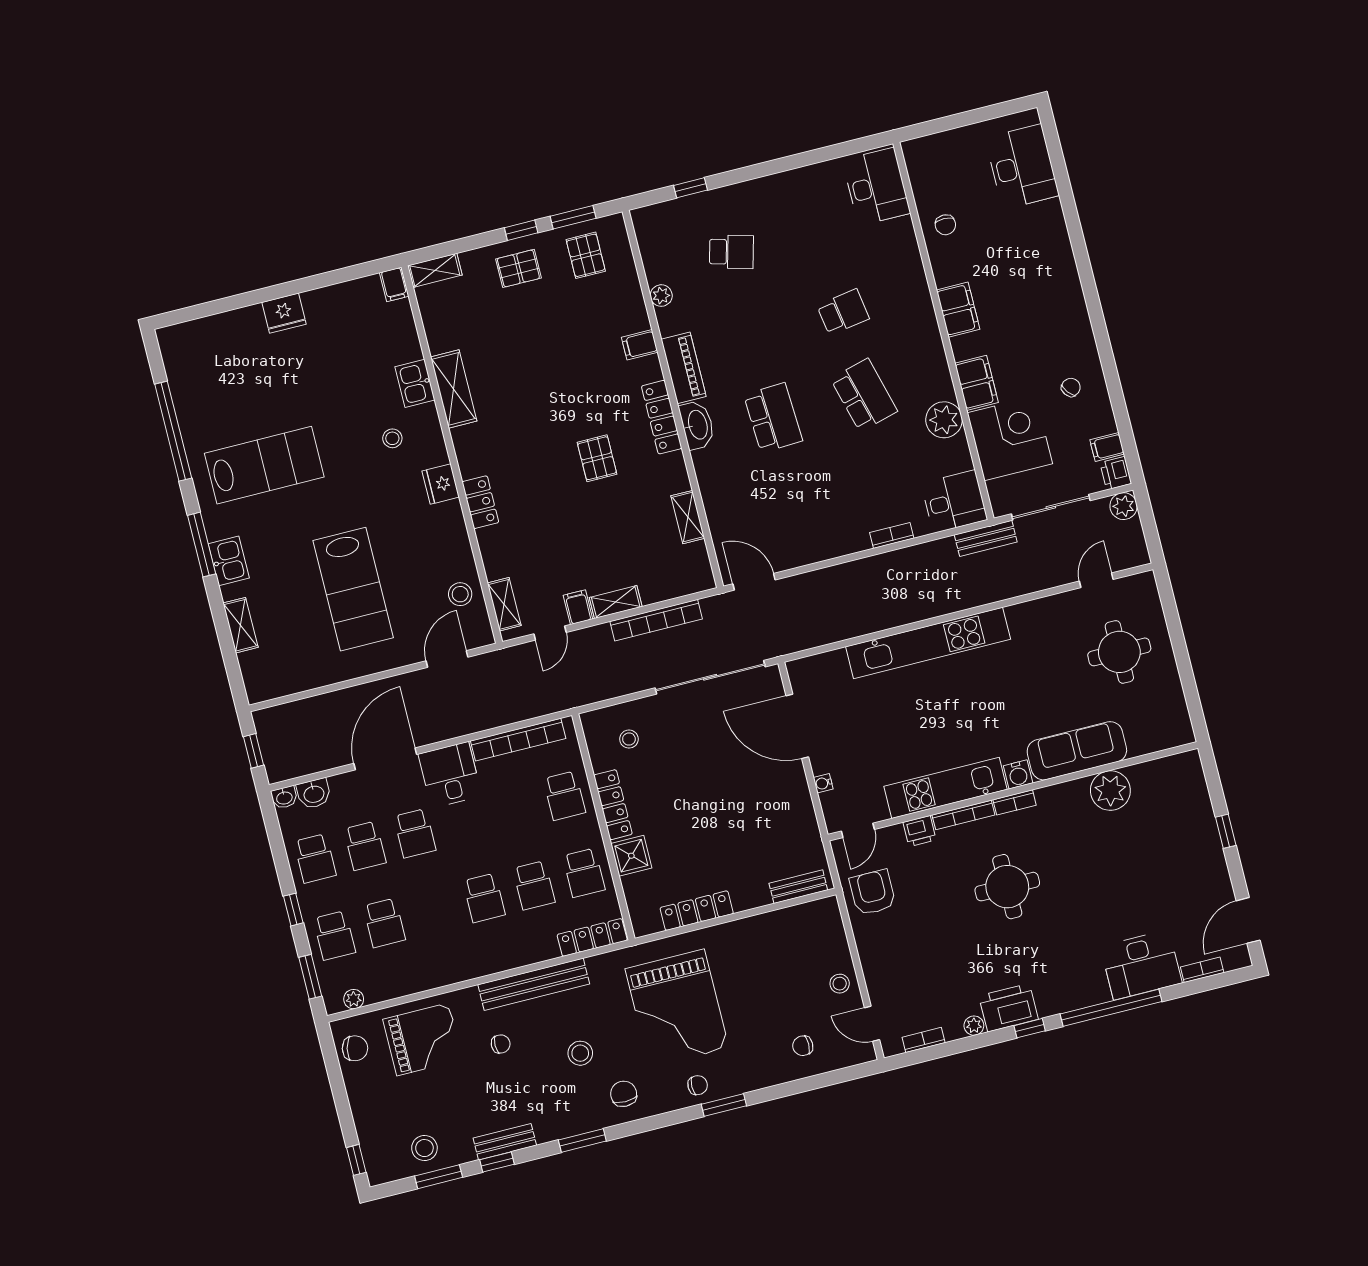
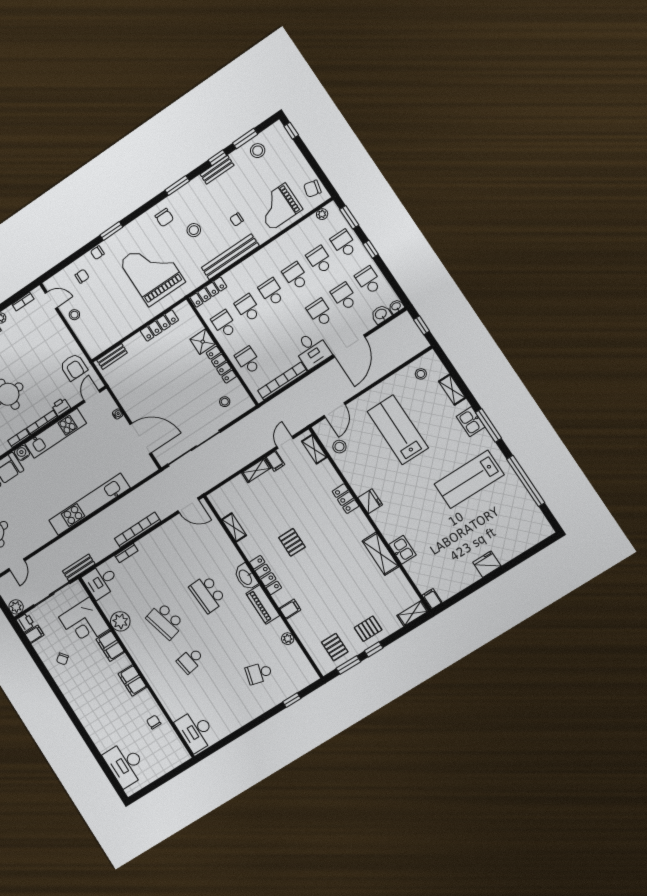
stool: (392, 438) -> (421, 374), moved
bookcase: (656, 620) -> (137, 530), moved
school desk: (434, 910) -> (296, 276), added
chair: (698, 1085) -> (97, 253), moved

